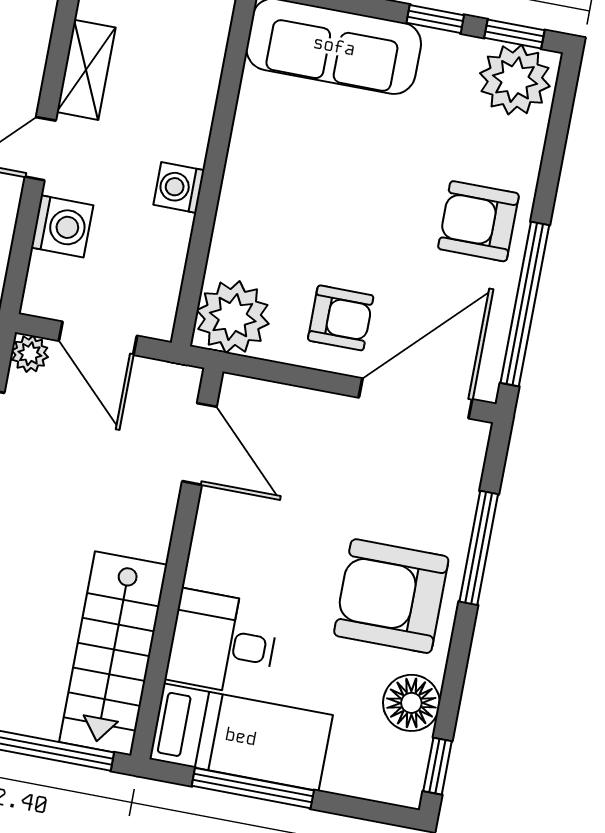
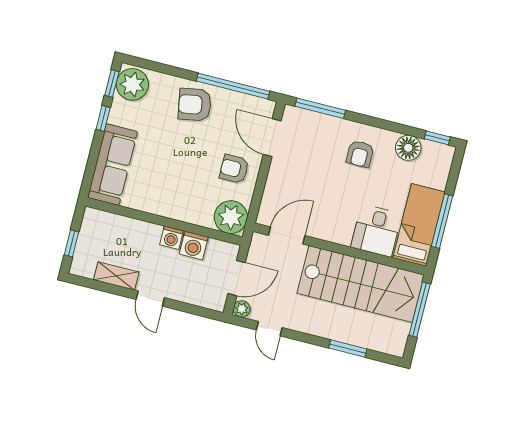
armchair: (478, 221) -> (195, 105), turned 80
washing machine: (62, 226) -> (194, 246), moved, turned 180
armchair: (341, 318) -> (234, 169), turned -90
door: (416, 398) -> (272, 138), width x0.73
window: (479, 548) -> (320, 108), moved
armchair: (391, 596) -> (360, 154), width x0.53, depth x0.53
stairs: (113, 653) -> (361, 284), width x1.36, depth x1.51

